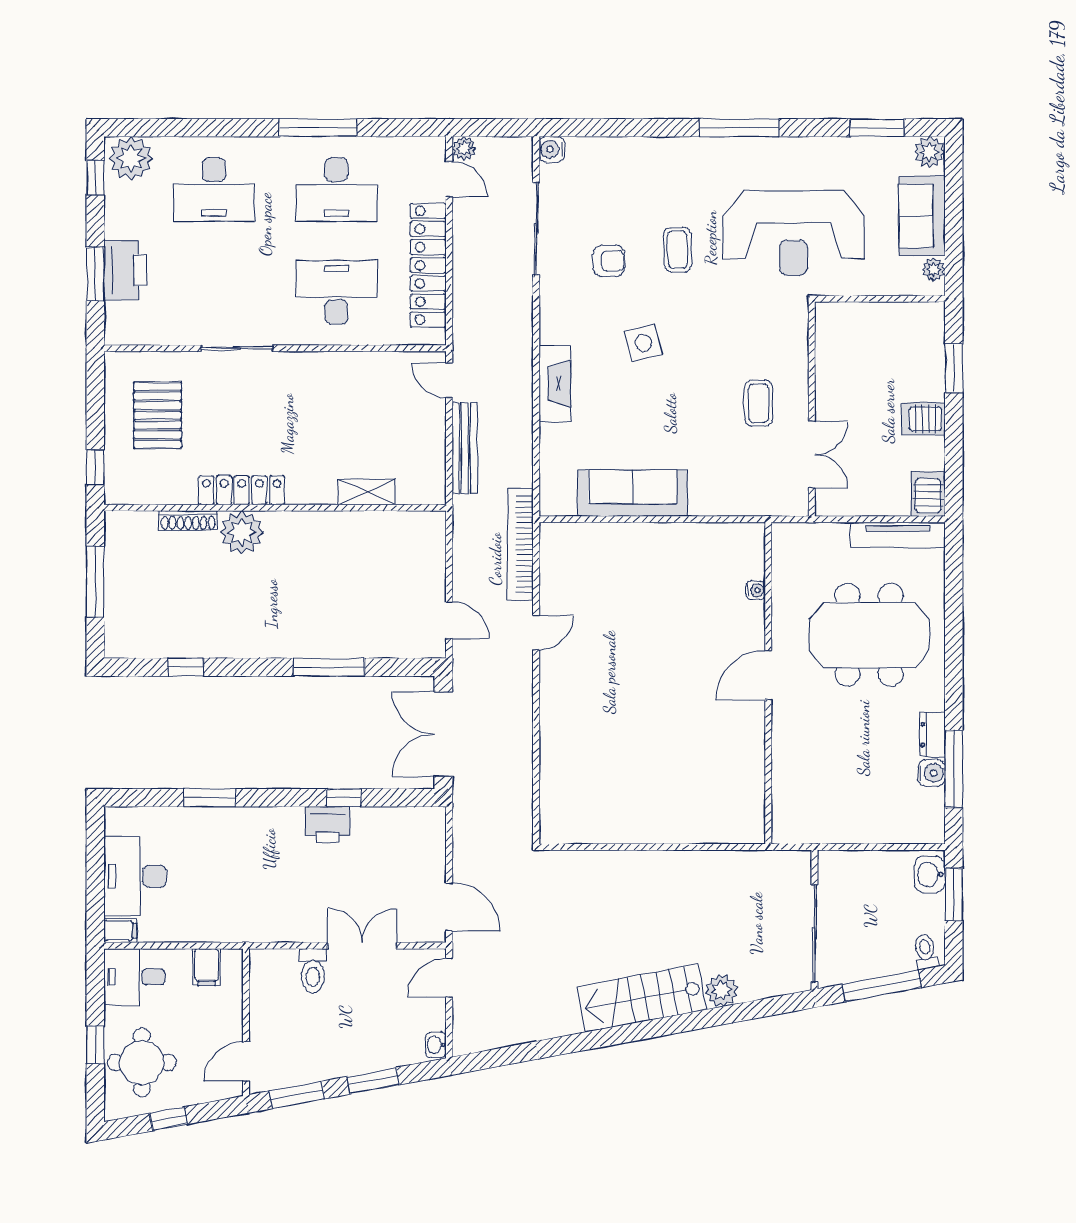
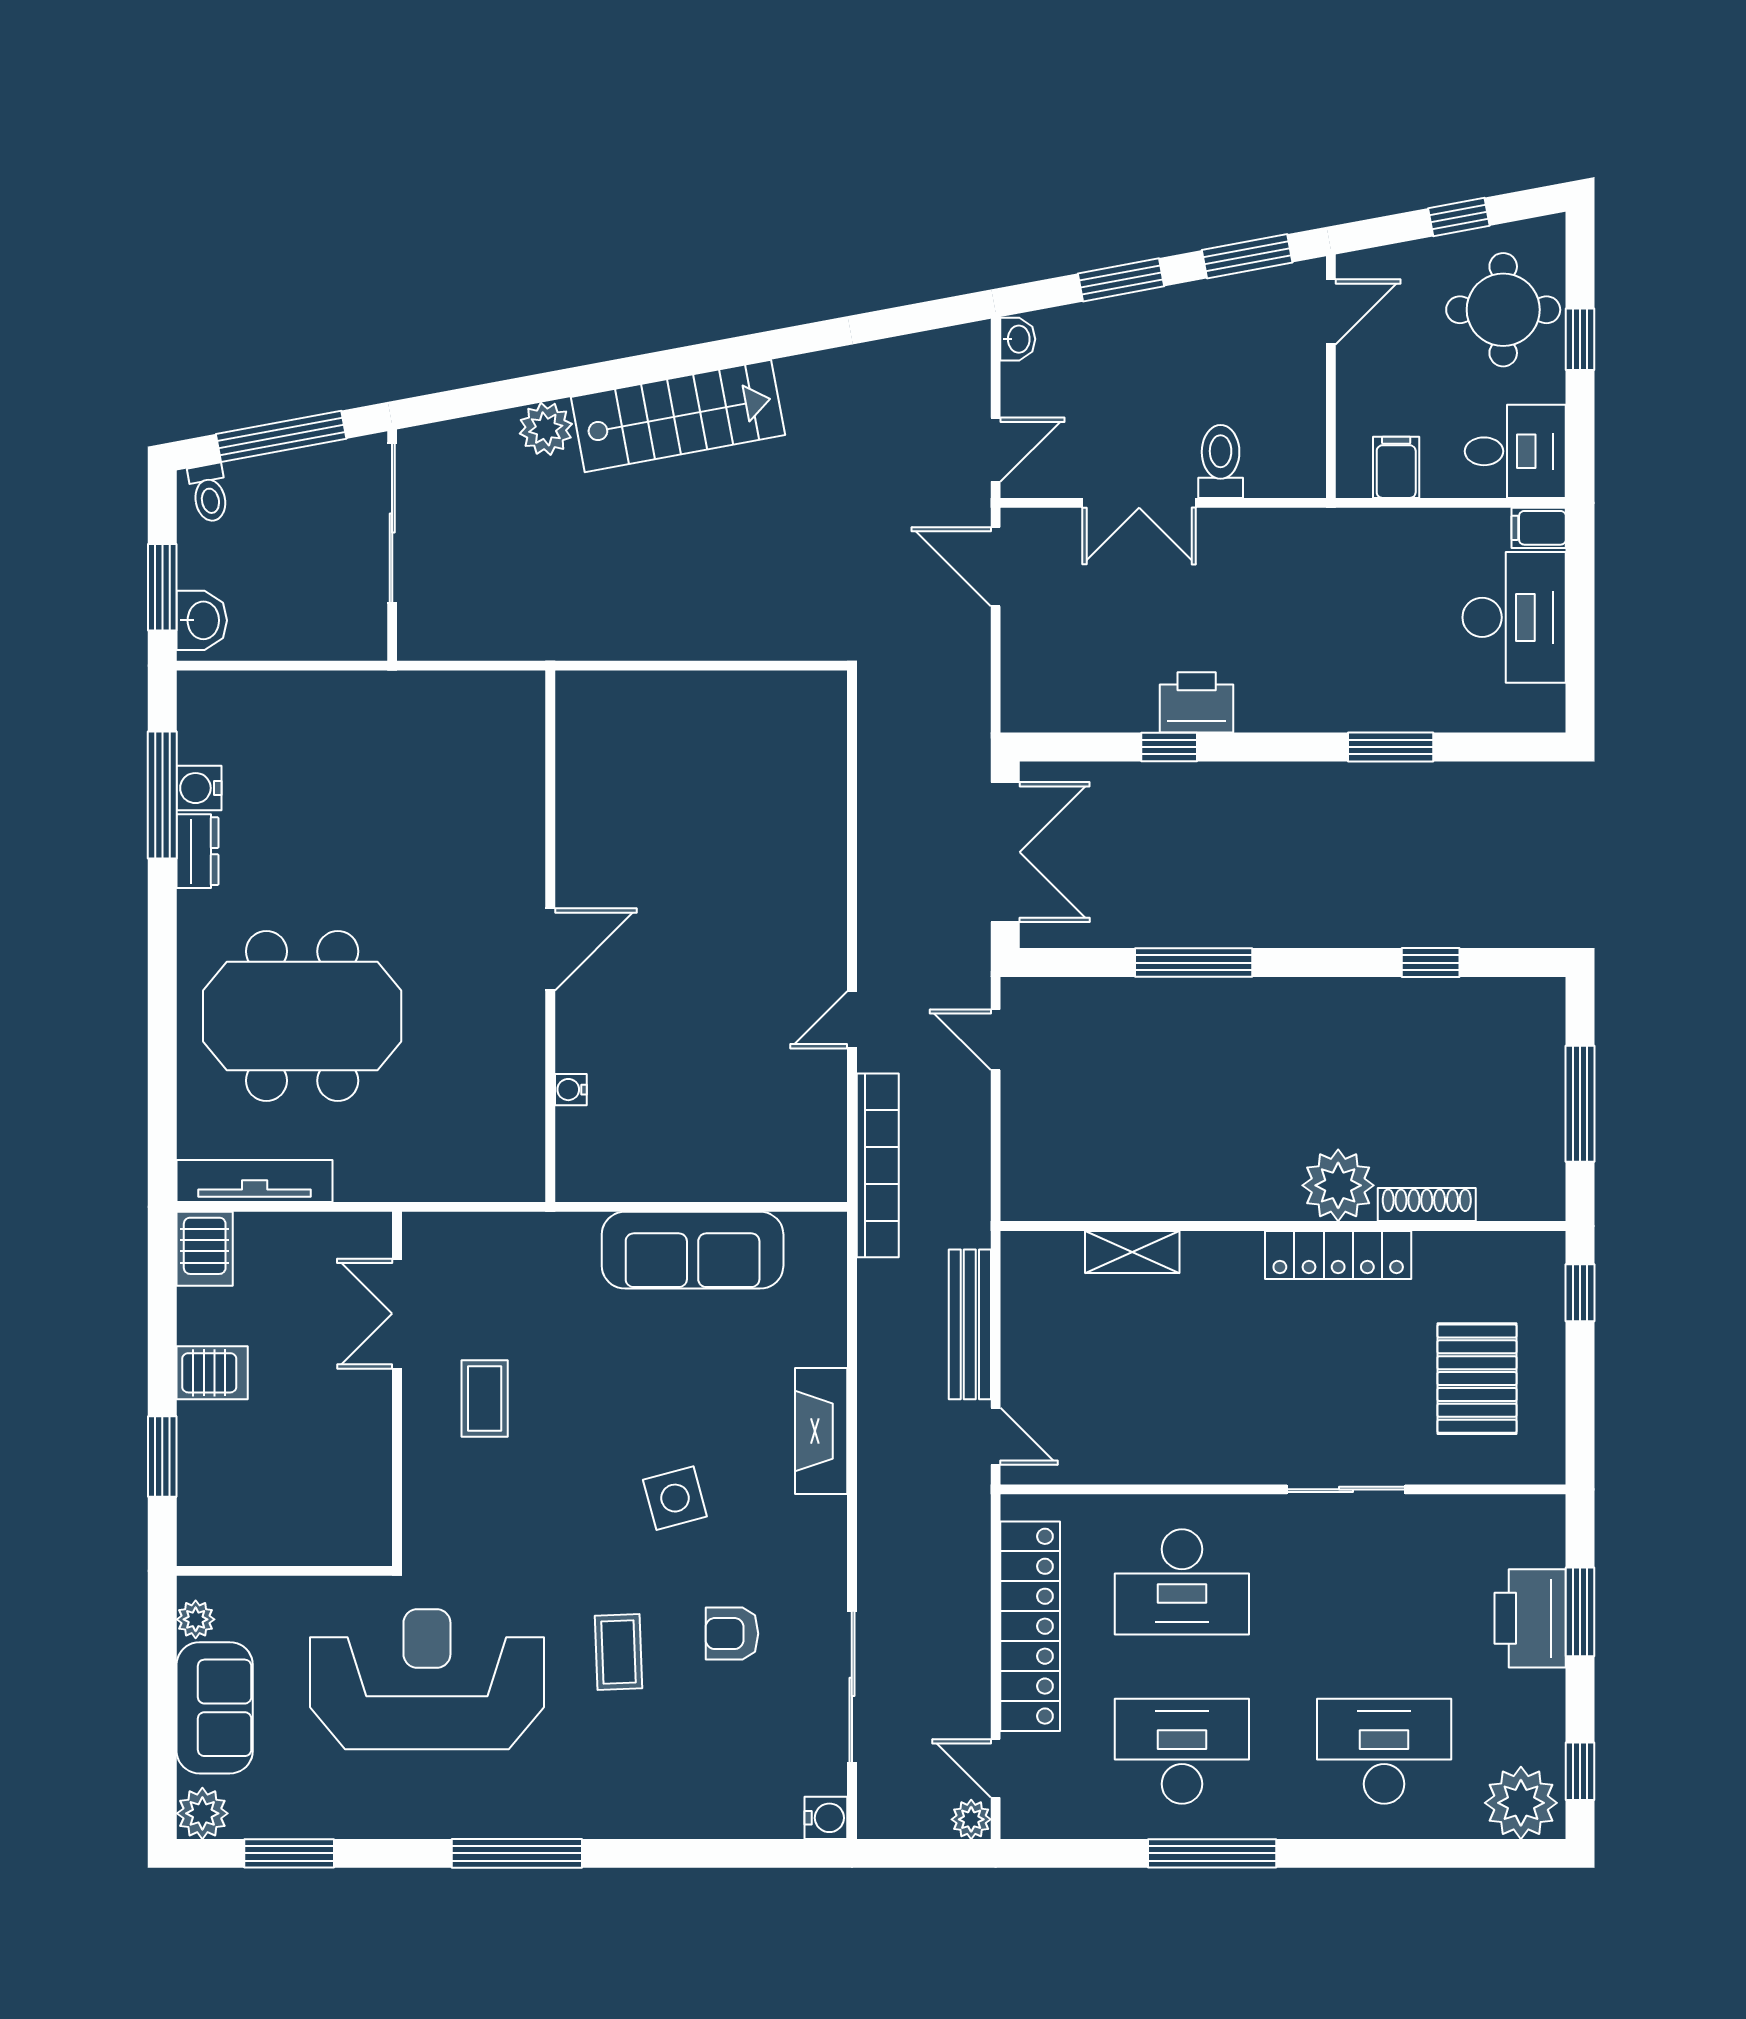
water cooler: (756, 590) -> (571, 1090), moved
door: (768, 675) -> (550, 949), moved
wall: (768, 683) -> (550, 936), moved

